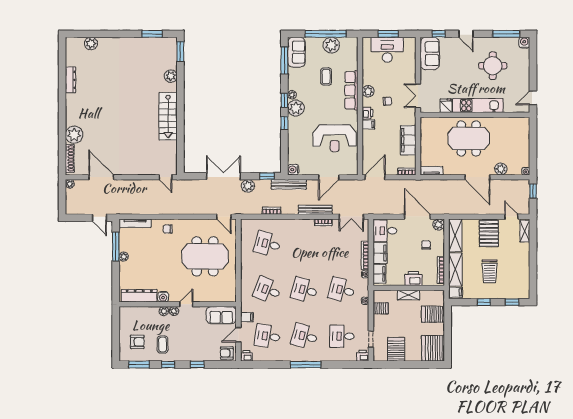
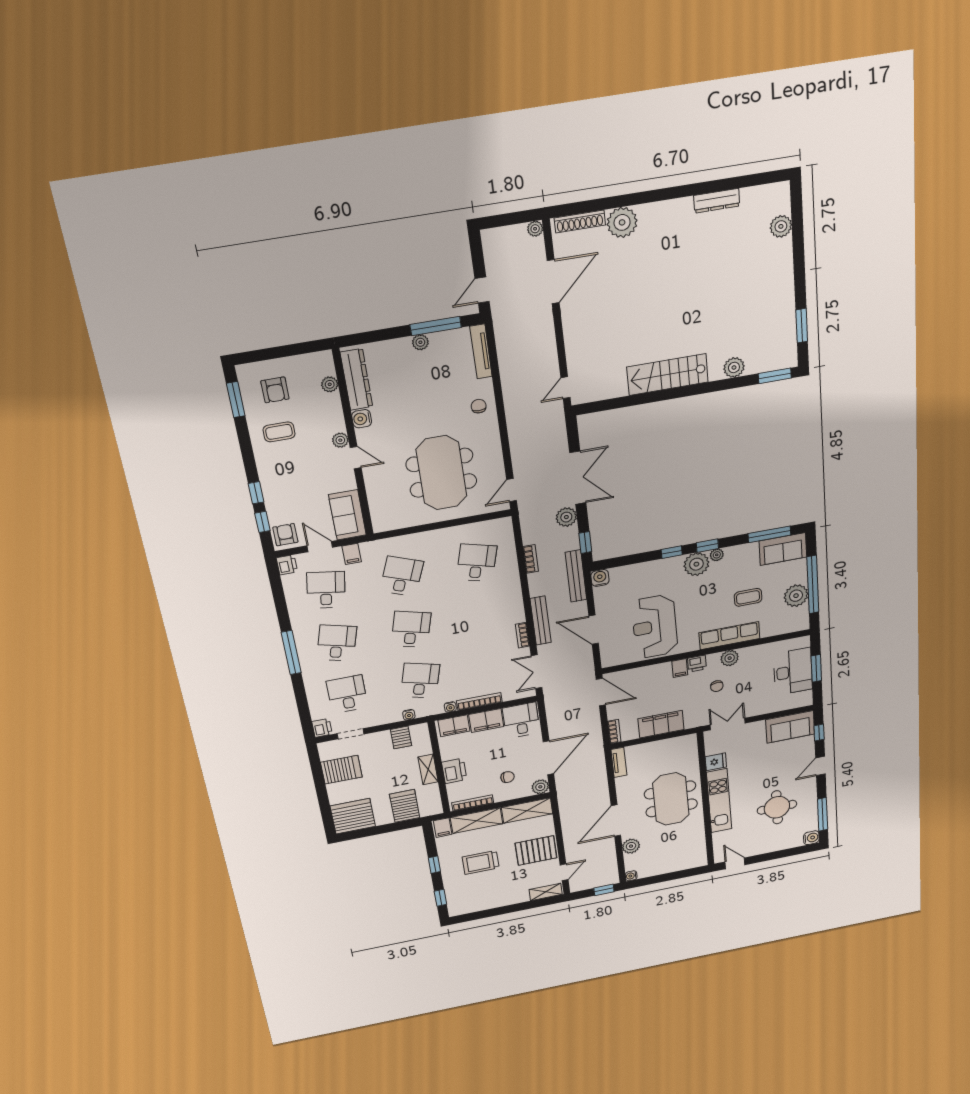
plant: (164, 311) -> (330, 384), moved
window: (168, 365) -> (262, 522), moved

